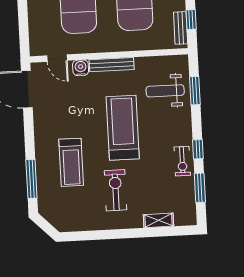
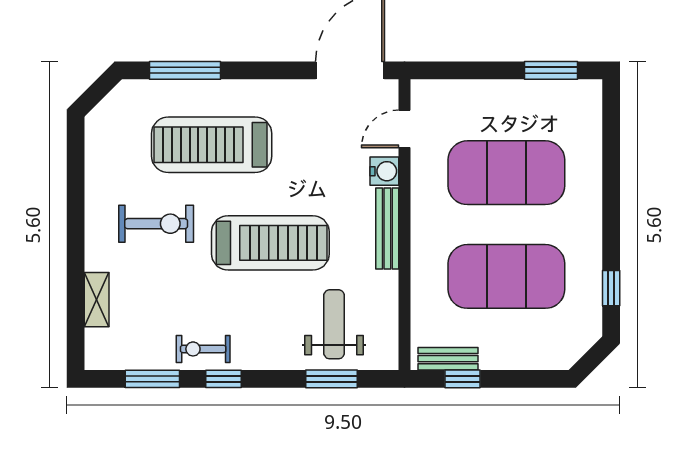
treadmill: (71, 162) -> (212, 145), width x1.37, depth x1.38

